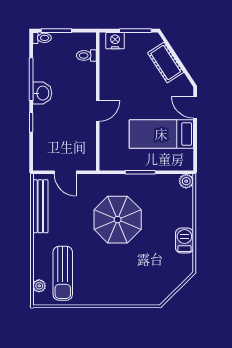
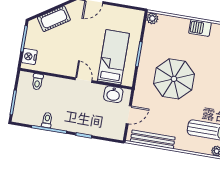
toilet: (42, 38) -> (47, 120), moved
washbasin: (42, 93) -> (113, 94), moved, turned 180
bed: (161, 134) -> (113, 57), moved, turned 180

